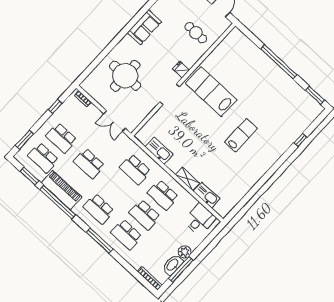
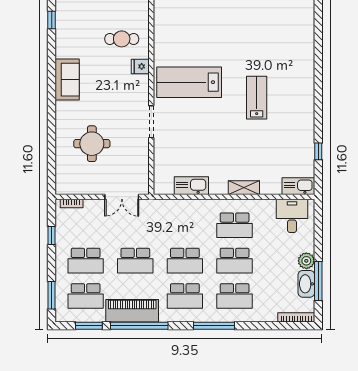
fridge: (181, 69) -> (140, 66), moved
round table: (125, 76) -> (92, 144), width x0.73, depth x0.73
window: (300, 140) -> (318, 151), moved
school desk: (135, 169) -> (185, 261), moved
kitchen sink: (207, 195) -> (298, 186), moved

